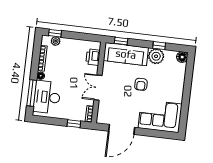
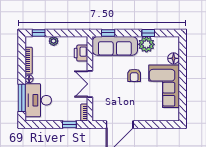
plant: (56, 41) -> (54, 41), moved
floor lamp: (182, 57) -> (174, 58), moved
corner sofa: (160, 116) -> (164, 86), moved, turned -90

